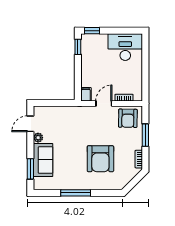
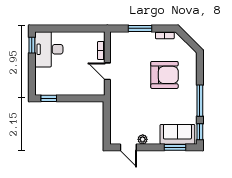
window: (92, 31) -> (32, 45), moved
filing cabinet: (86, 94) -> (98, 90), removed
armchair: (128, 118) -> (123, 47), removed
sofa: (43, 160) -> (177, 134), moved
window: (46, 193) -> (200, 132), added

